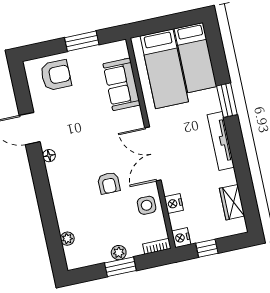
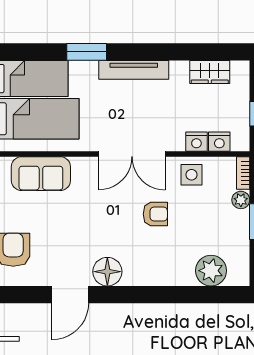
floor lamp: (49, 156) -> (107, 272), width x1.89, depth x1.89
nightstand: (181, 238) -> (219, 142), moved
plant: (67, 239) -> (211, 271), width x1.88, depth x1.88
plant: (119, 253) -> (241, 200), moved

